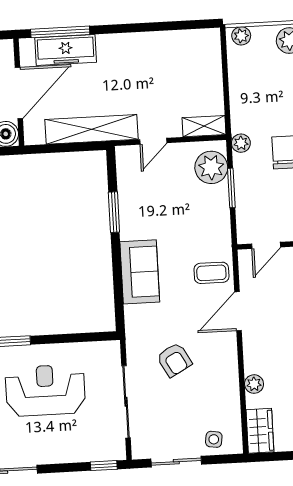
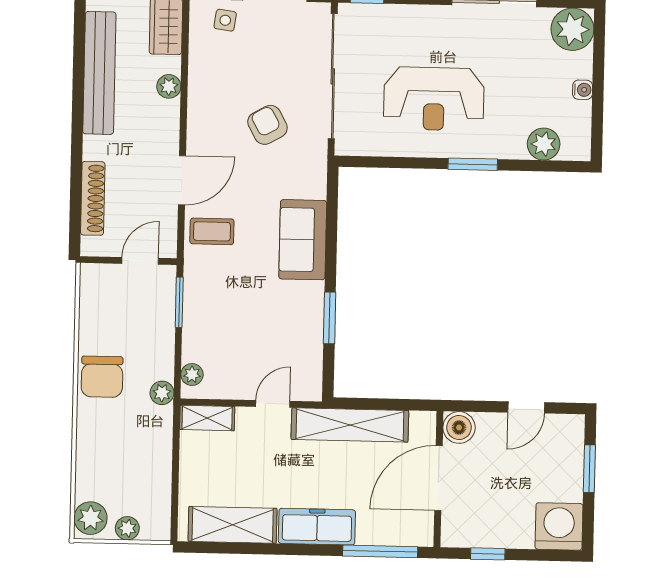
plant: (241, 36) -> (127, 528), moved
shelving: (178, 44) -> (233, 525), added
freezer: (66, 50) -> (317, 527), moved
plant: (211, 167) -> (192, 374), width x0.53, depth x0.53
window: (231, 188) -> (179, 302), moved
sliding door: (126, 402) -> (333, 76), width x1.36

